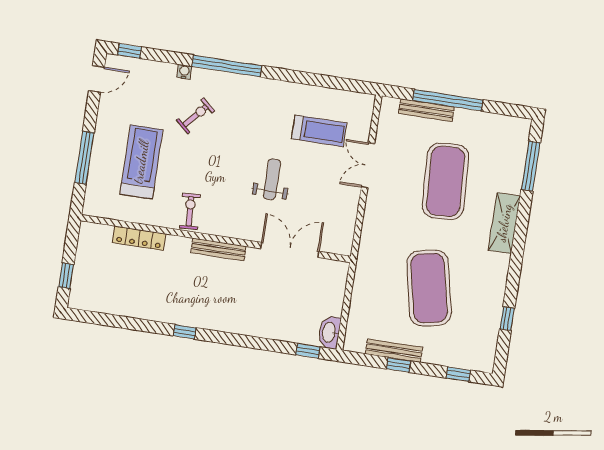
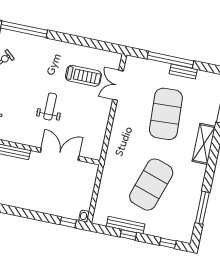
bench: (426, 110) -> (183, 72), moved, width x0.73
double door: (368, 165) -> (118, 85), moved
exercise mat: (429, 288) -> (151, 185), turned 30
window: (507, 319) -> (202, 208), width x2.17
washbasin: (329, 332) -> (84, 216), width x0.52, depth x0.69

